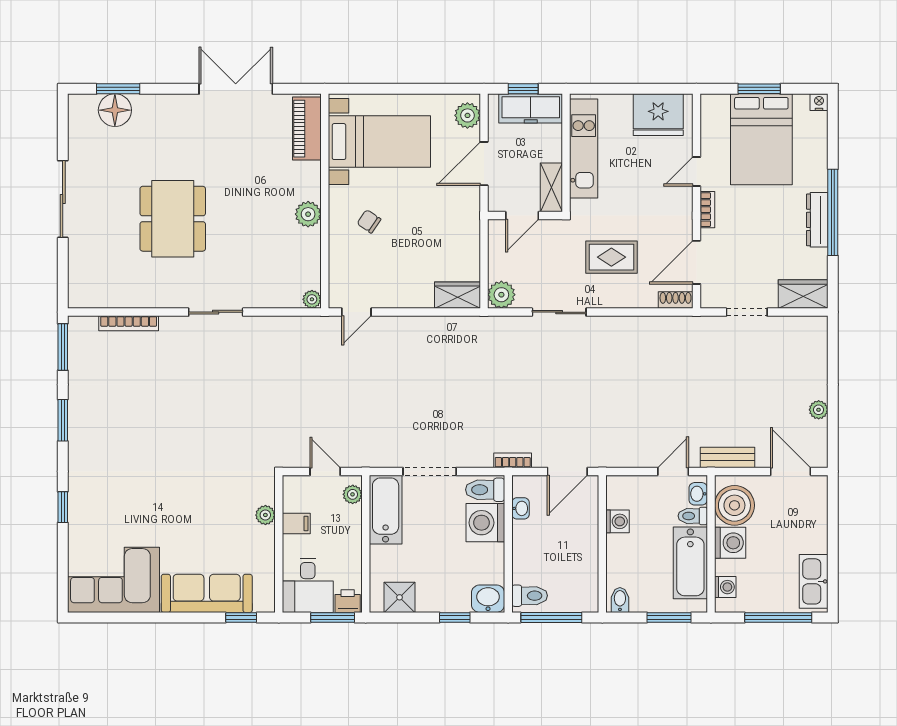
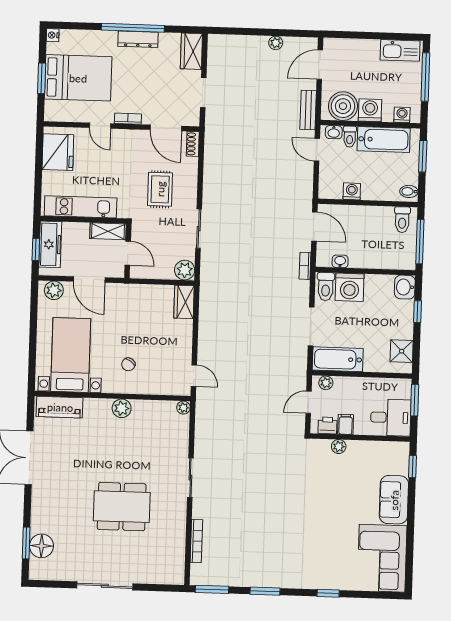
sofa: (207, 593) -> (394, 500), width x0.73
toilet: (530, 596) -> (402, 220), moved, turned 180
printer: (348, 601) -> (327, 425), moved, turned 90

